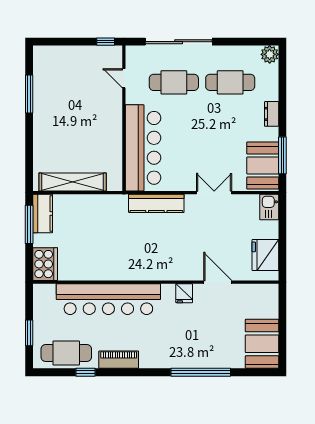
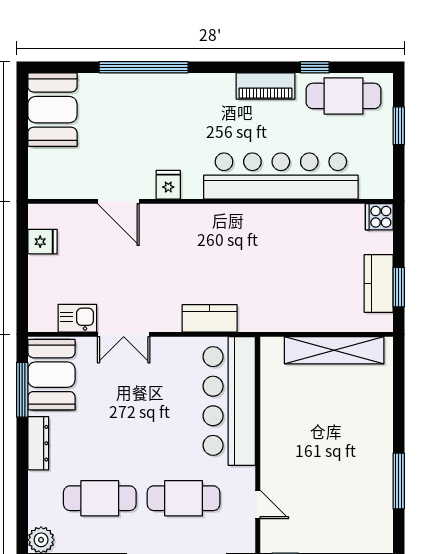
dresser: (272, 114) -> (38, 443), width x1.44
kitchen counter: (156, 203) -> (210, 318), width x0.67
kitchen sink: (269, 207) -> (77, 318), moved, turned -90
kitchen counter: (43, 213) -> (379, 283), moved
window: (29, 224) -> (399, 287), width x0.69
fridge: (265, 255) -> (42, 242), width x0.53, depth x0.75
cooker: (45, 264) -> (379, 217), width x0.53, depth x0.76

